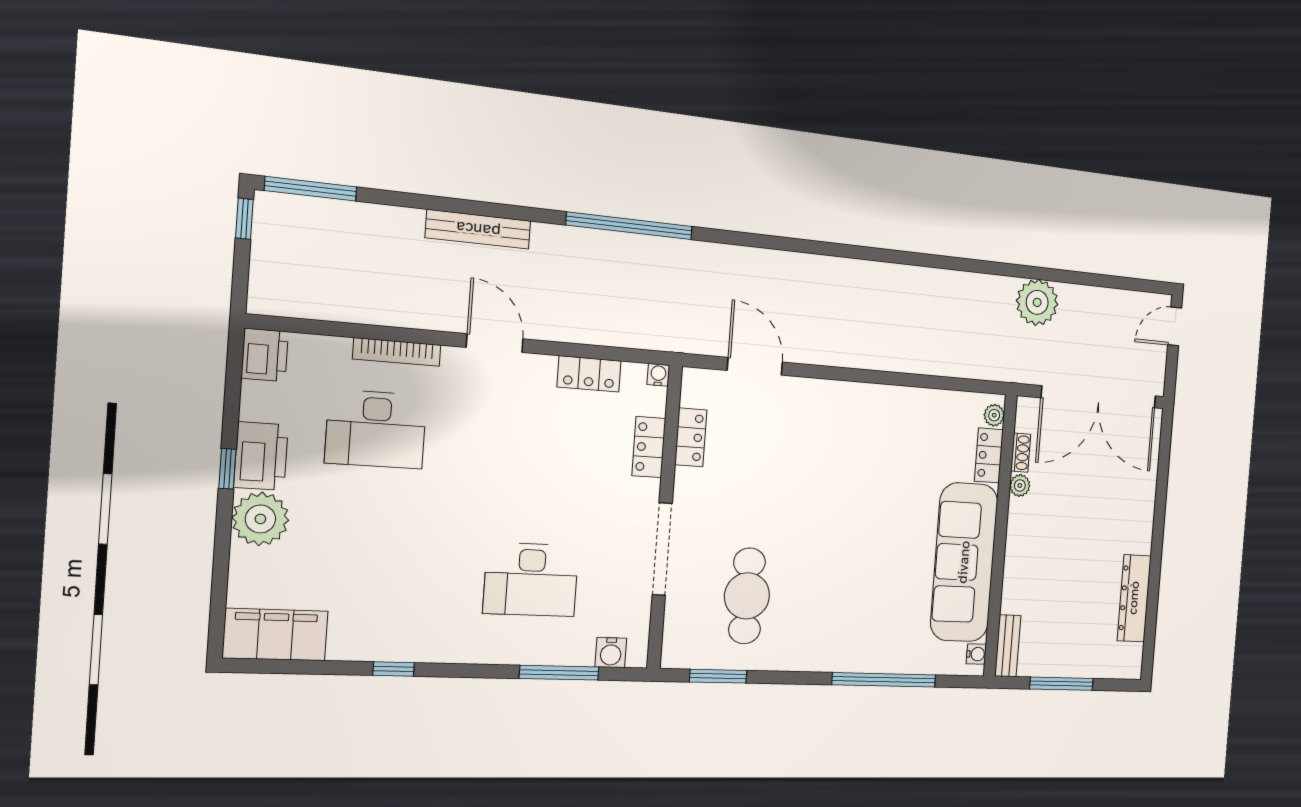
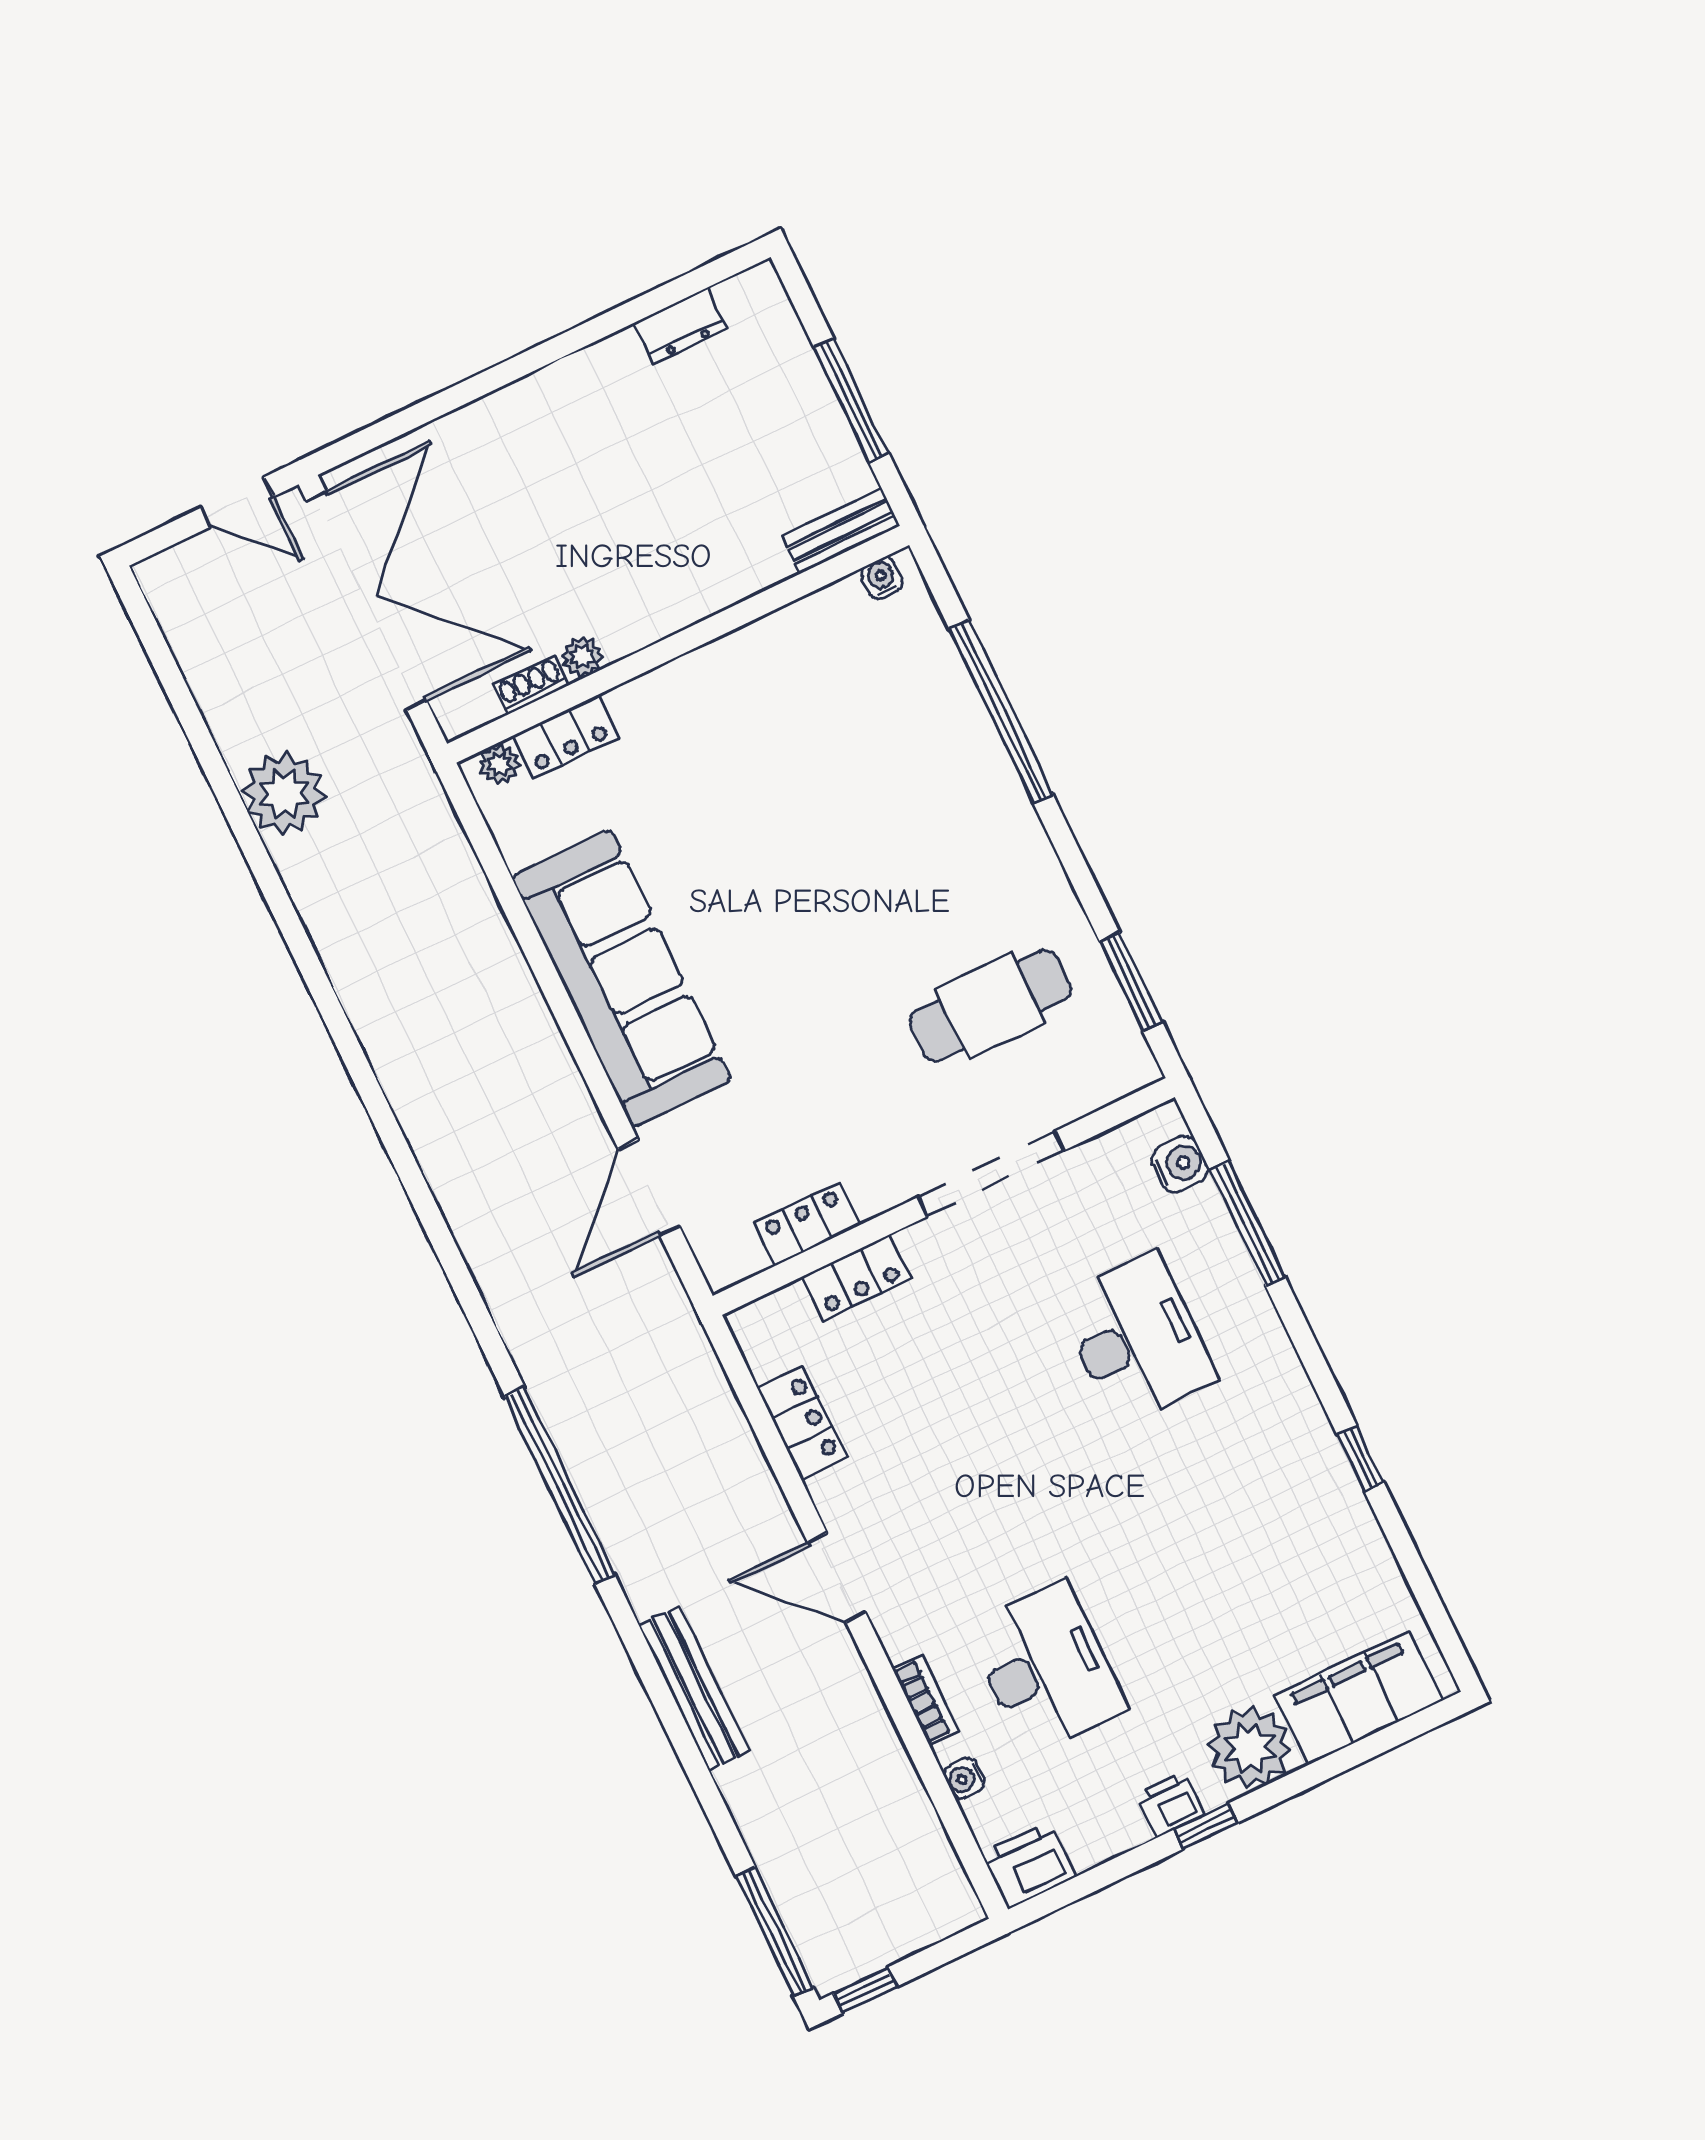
door: (1175, 326) -> (237, 502), moved
door: (495, 343) -> (836, 1577), hinge flipped
bookcase: (397, 352) -> (926, 1700), width x0.64
water cooler: (658, 375) -> (964, 1778), moved
printer: (261, 456) -> (1170, 1804), width x0.53, depth x0.68
sofa: (964, 562) -> (621, 978), moved, turned -90
dresser: (1134, 598) -> (680, 326), width x0.51, depth x0.80
filing cabinet: (275, 635) -> (1359, 1698), moved, turned 90

